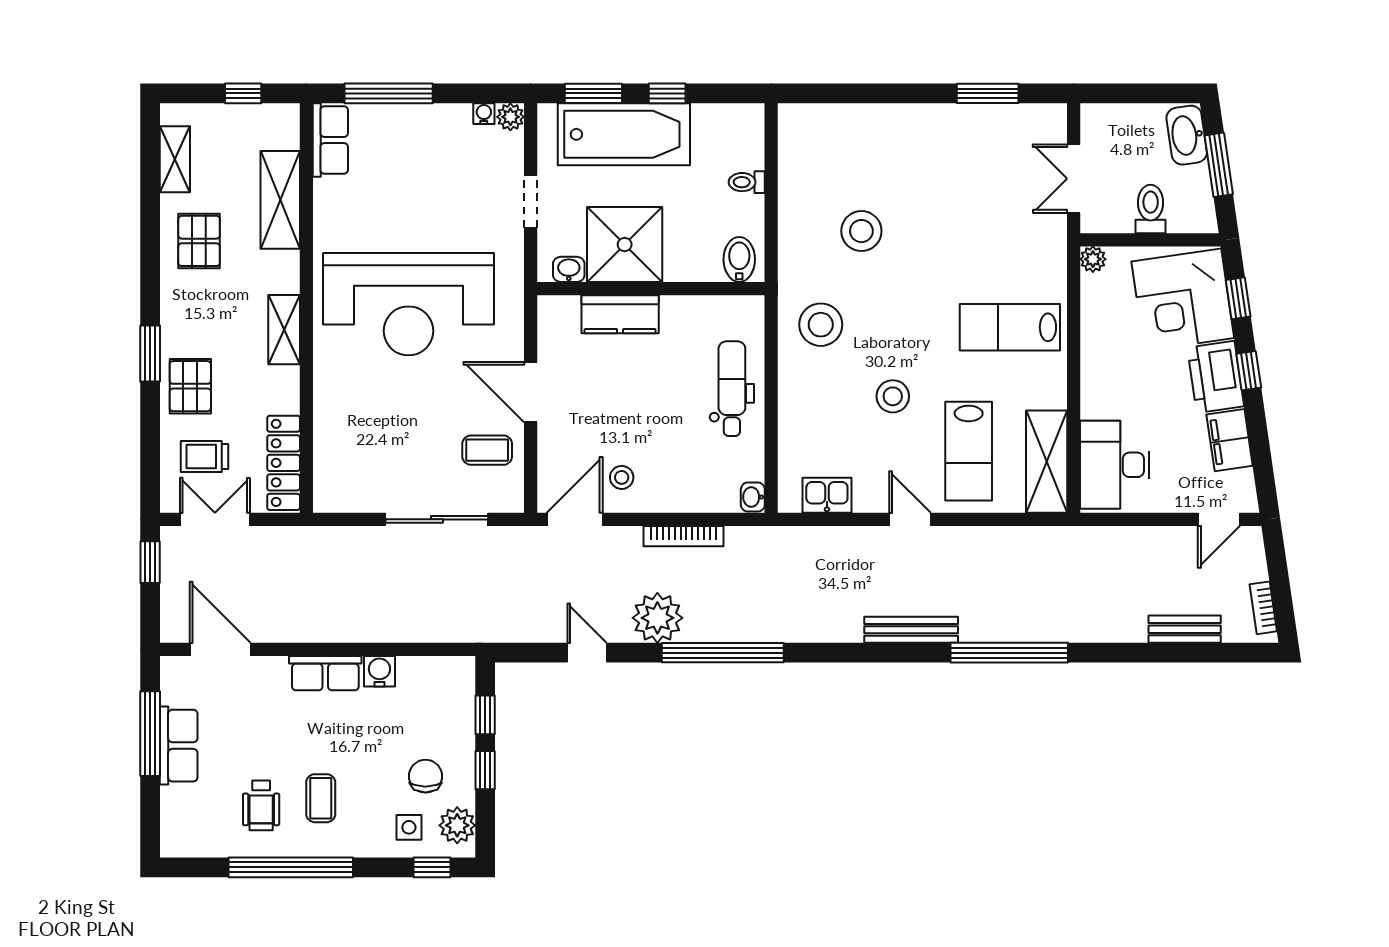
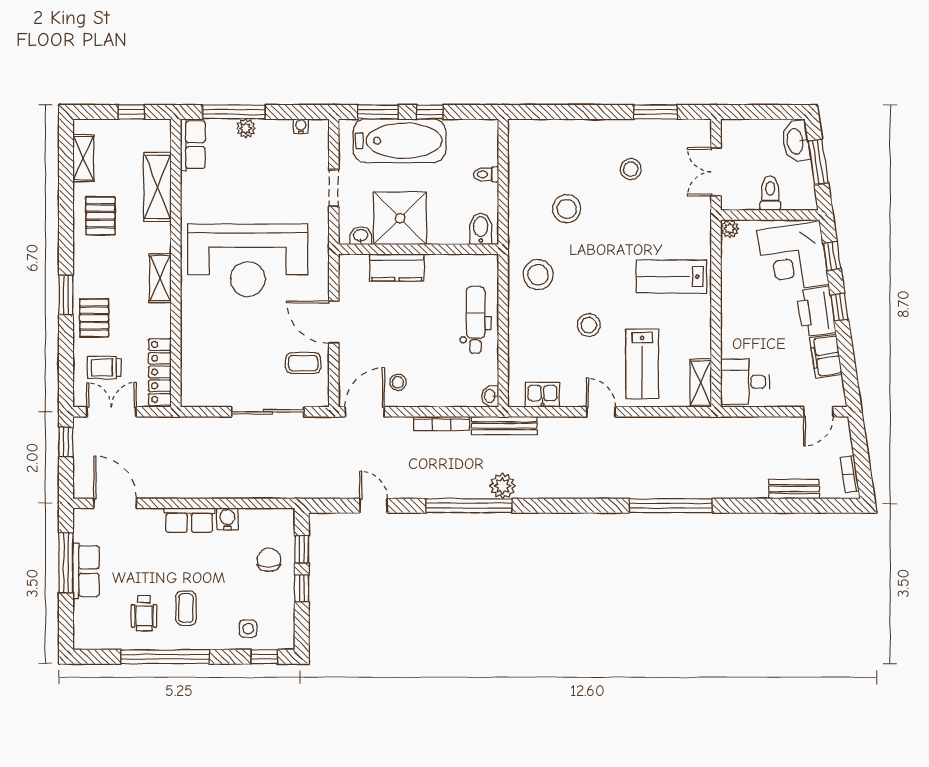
plant: (510, 117) -> (246, 128), moved
stool: (952, 175) -> (631, 169), added
shelving: (1047, 462) -> (701, 383), width x0.67, depth x0.75
desk: (1115, 465) -> (745, 382), width x0.73
plant: (657, 618) -> (502, 486), moved, width x0.73, depth x0.73
bench: (911, 630) -> (504, 426), moved
chair: (425, 776) -> (269, 560), moved
plant: (457, 825) -> (282, 627), removed

